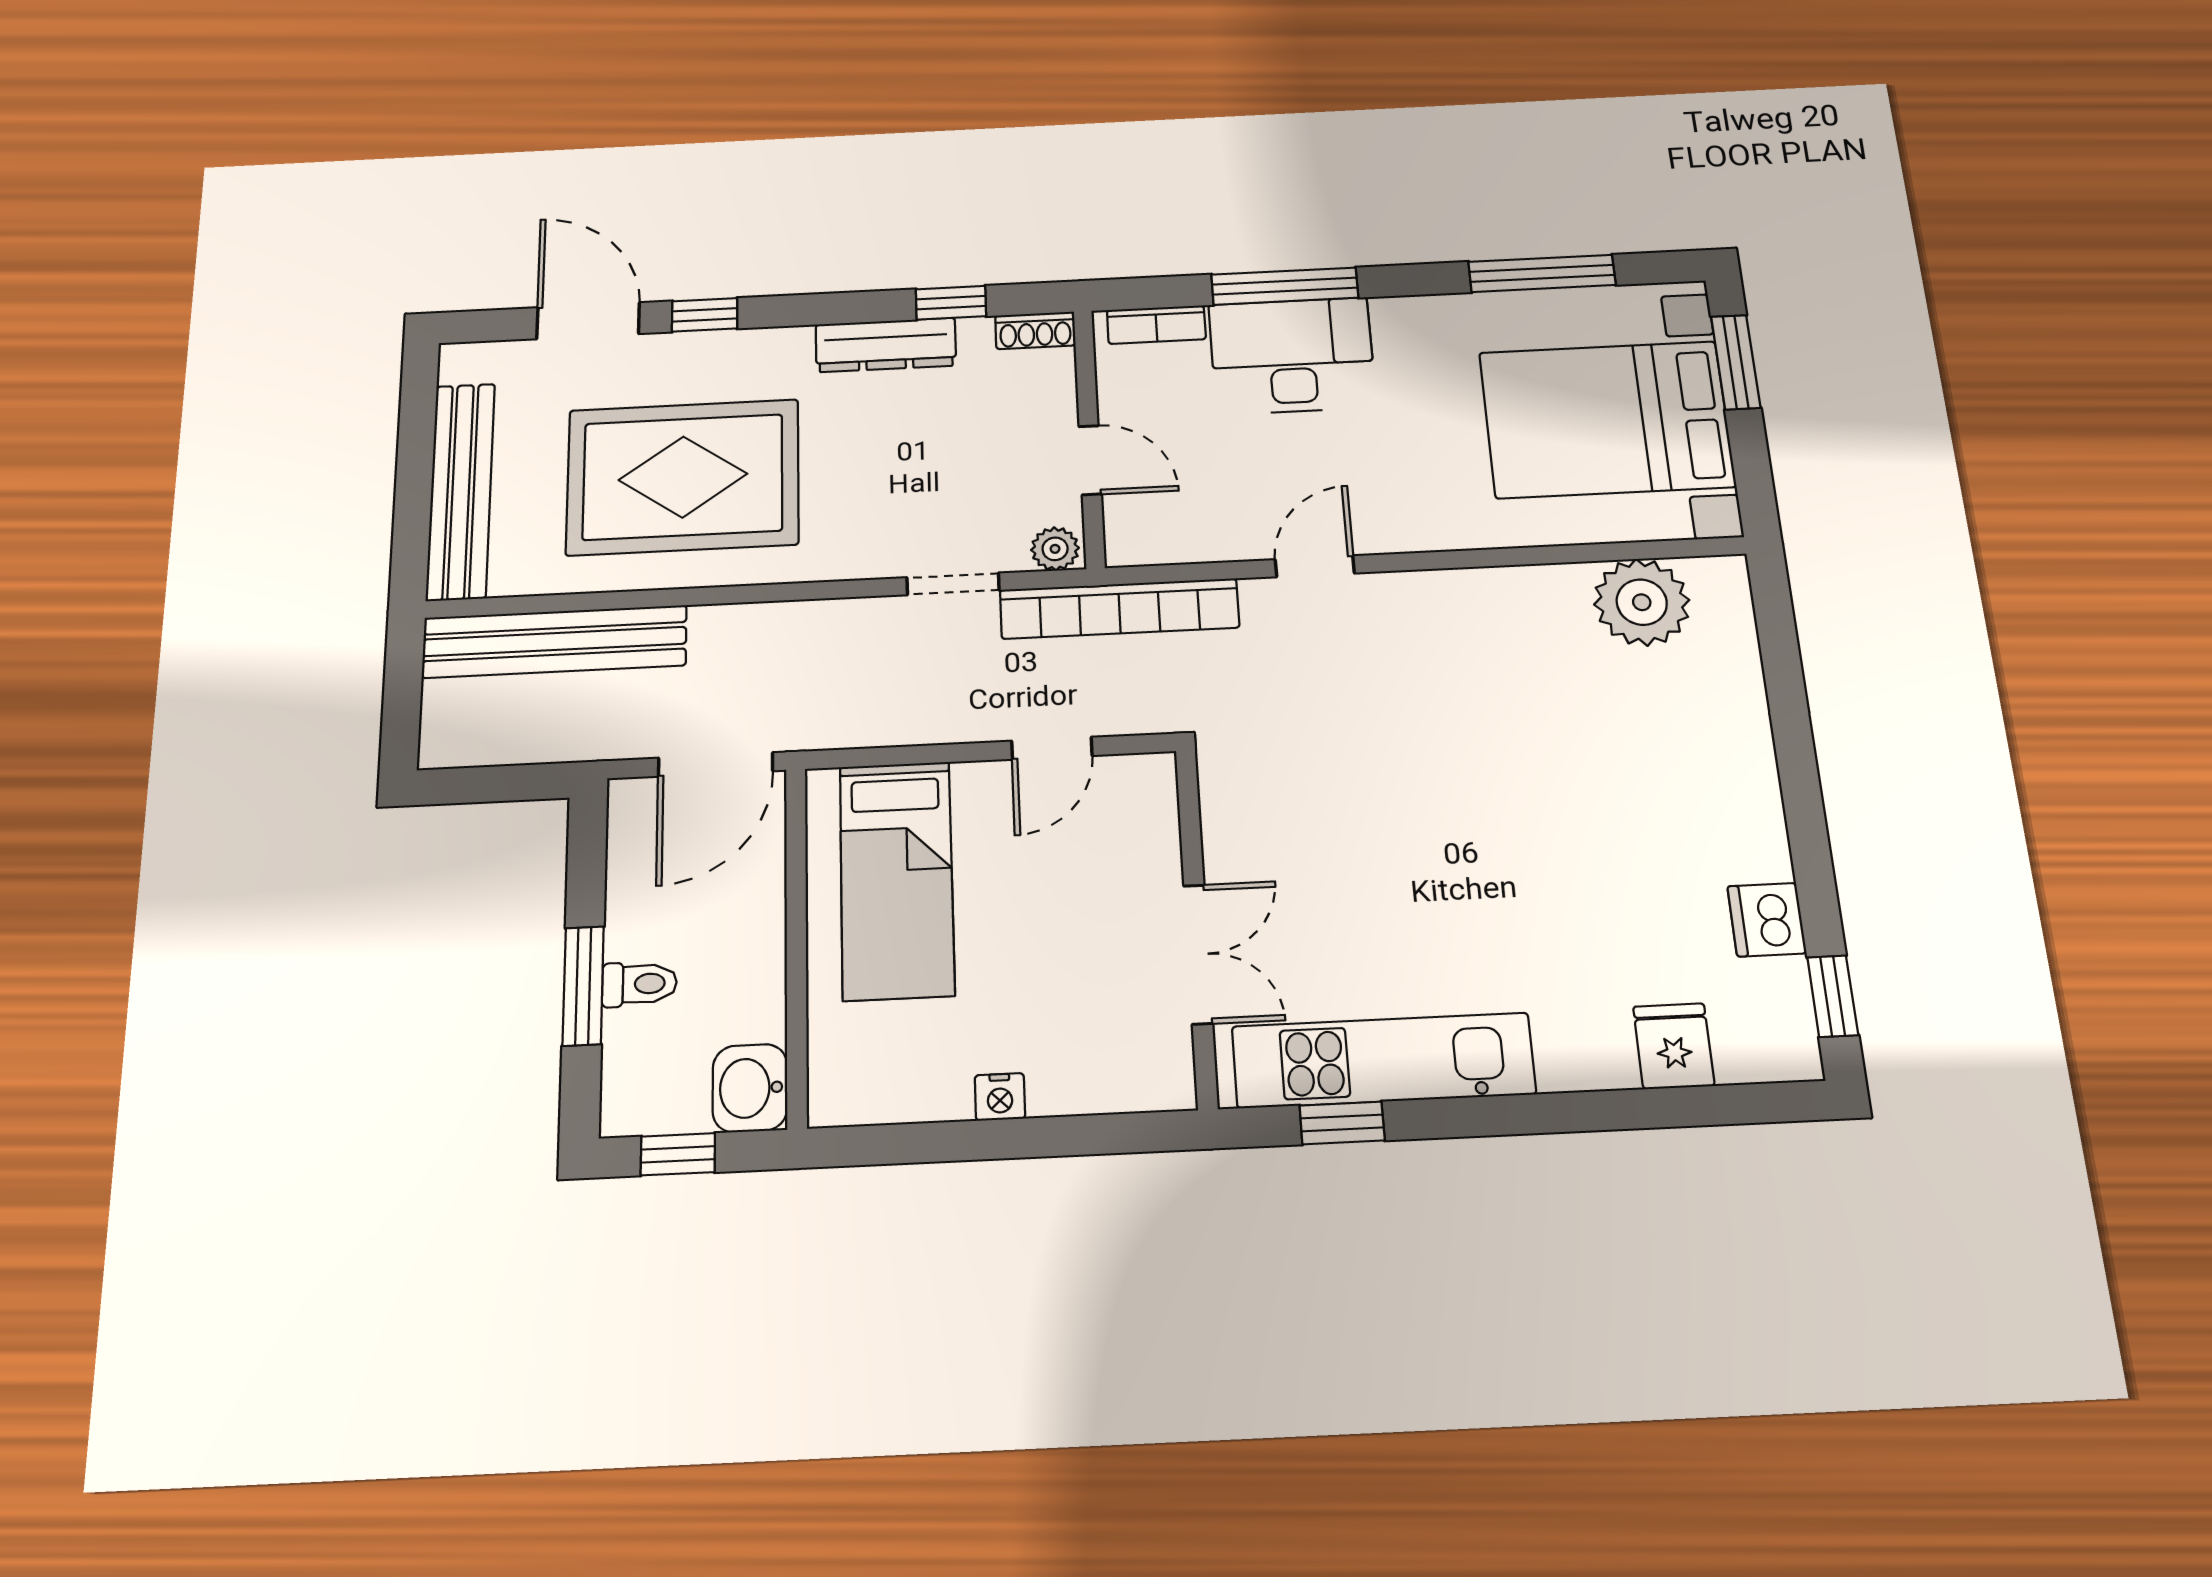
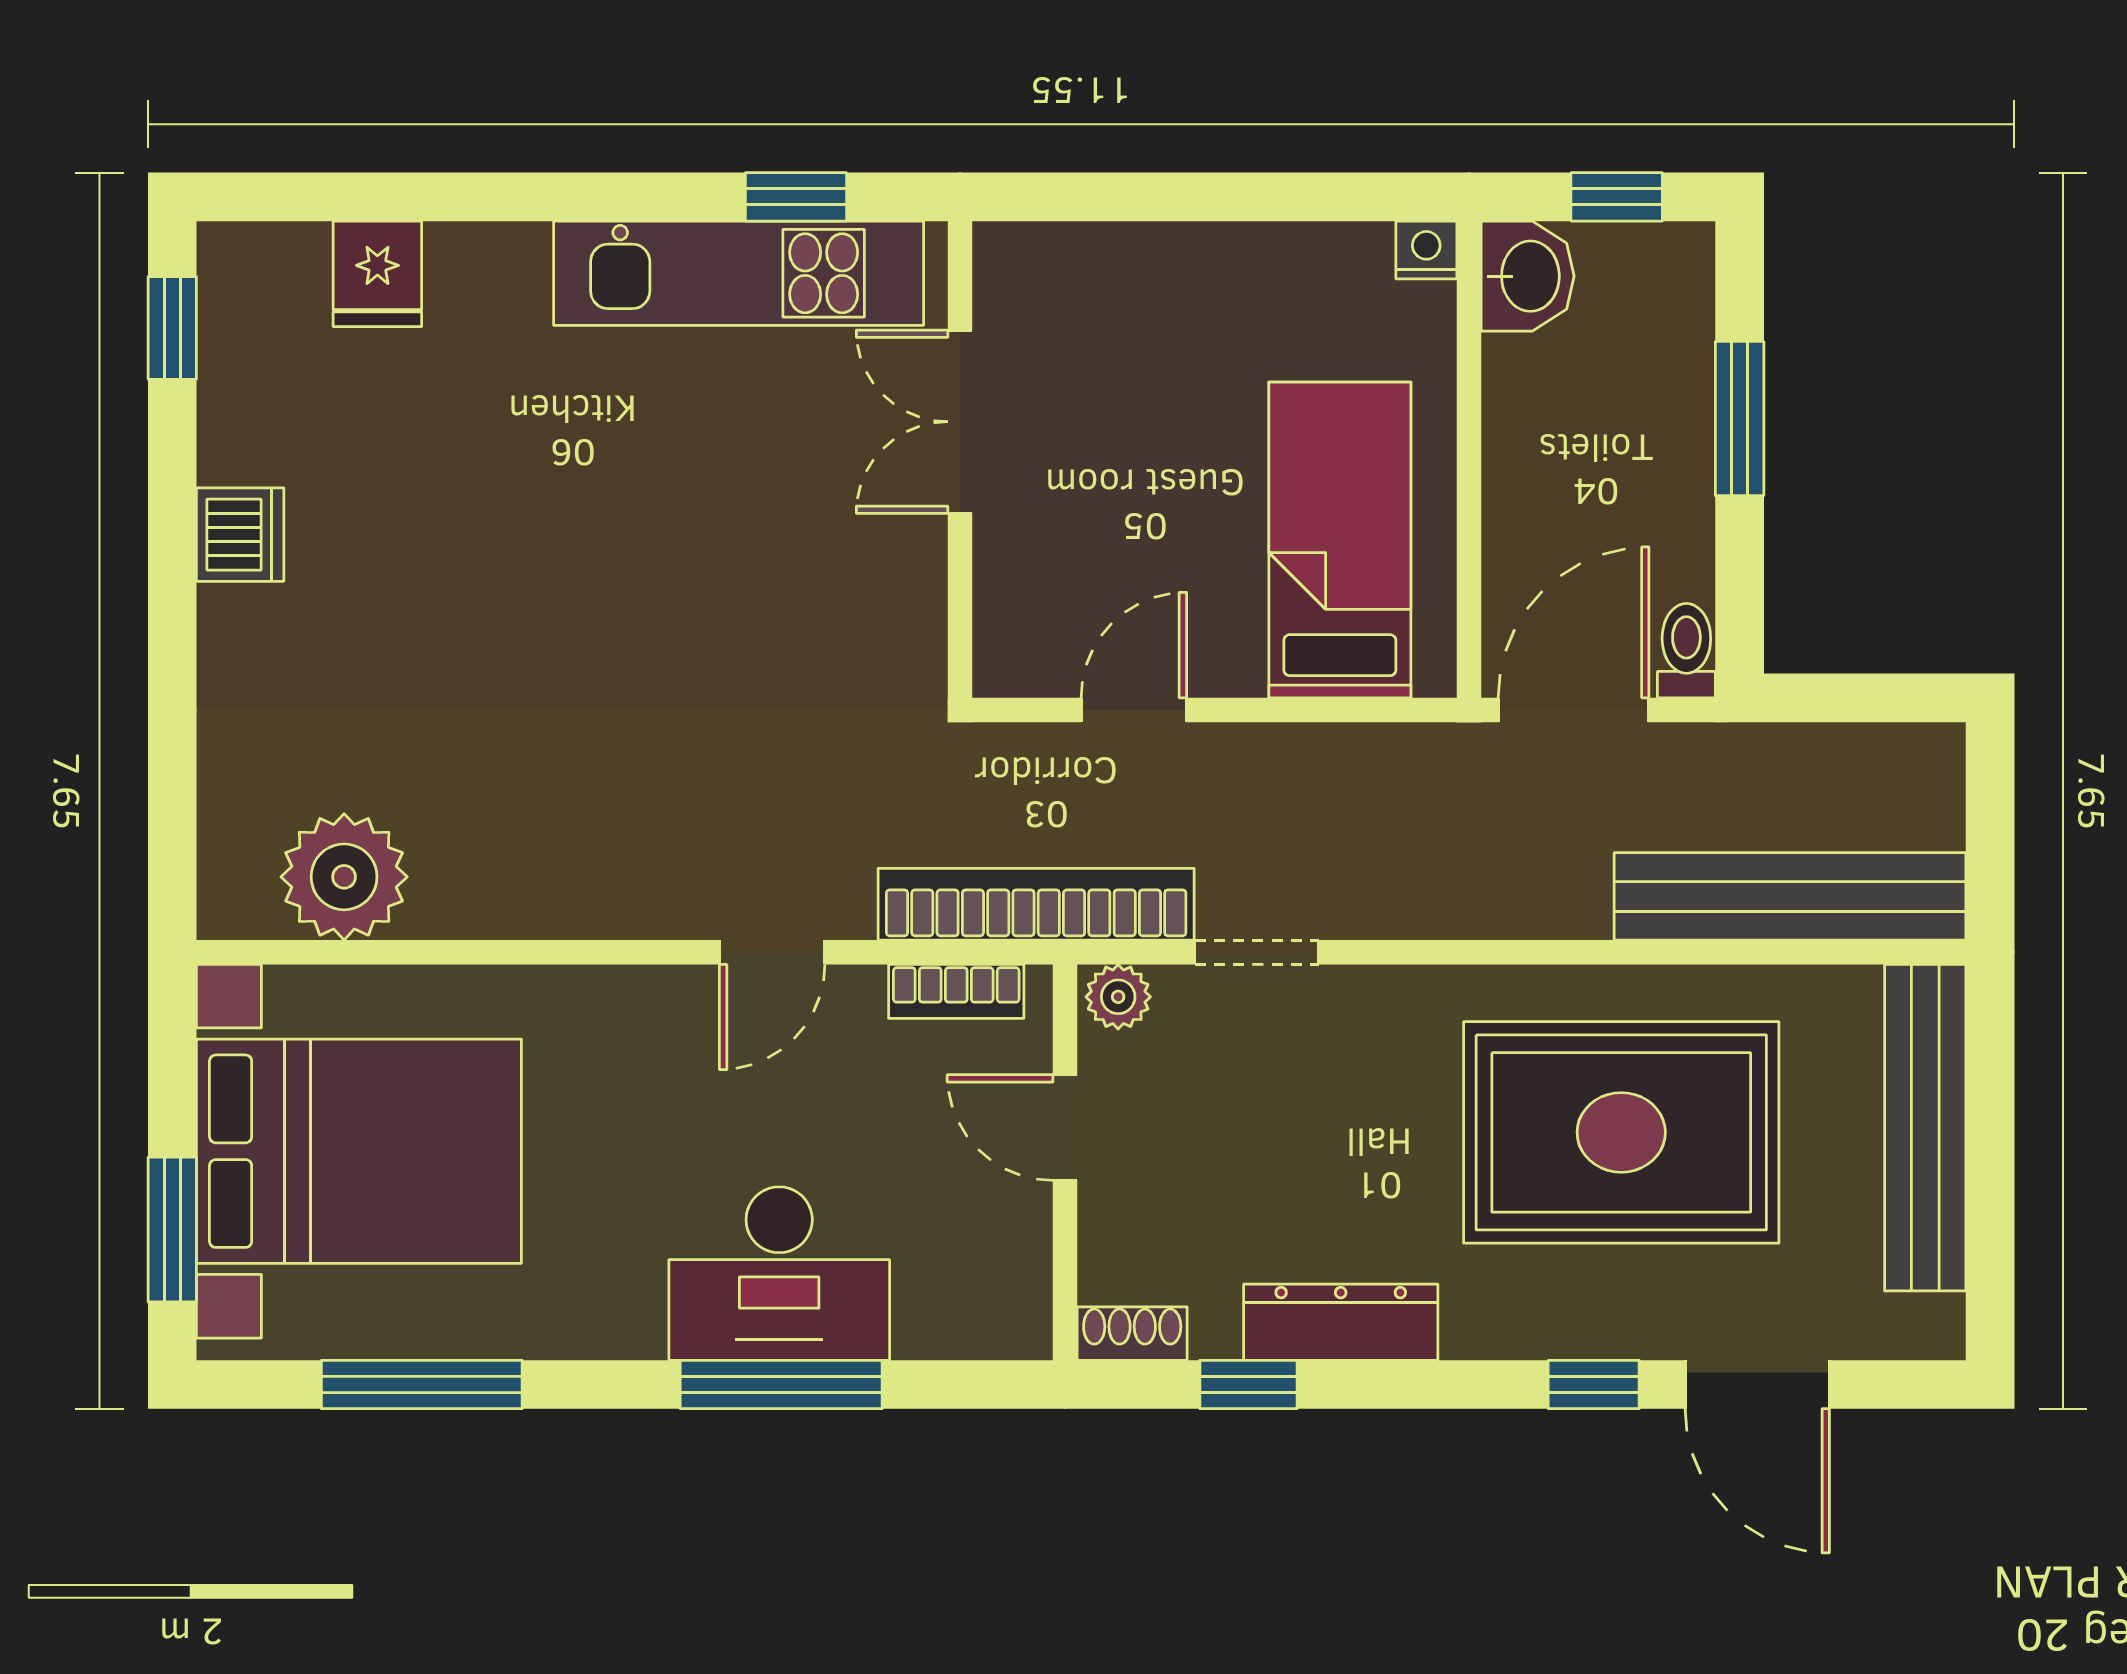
bookcase: (1156, 325) -> (956, 991), moved, turned 180
dishwasher: (1767, 920) -> (240, 535), moved
toilet: (639, 984) -> (1686, 651), moved, turned 90
nightstand: (1000, 1097) -> (1426, 250), moved

